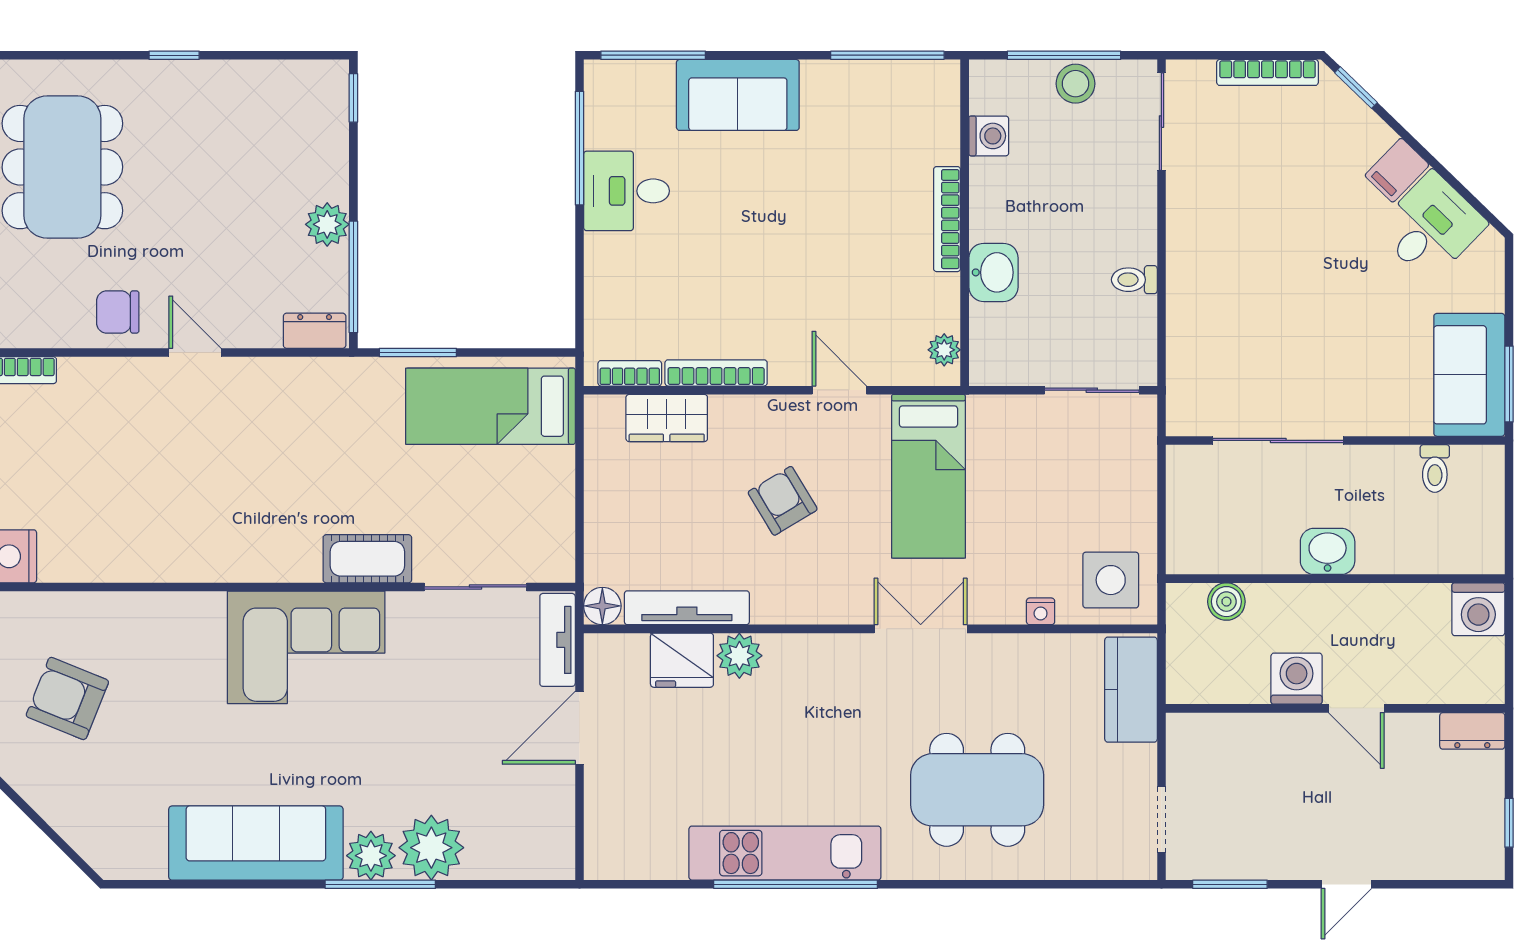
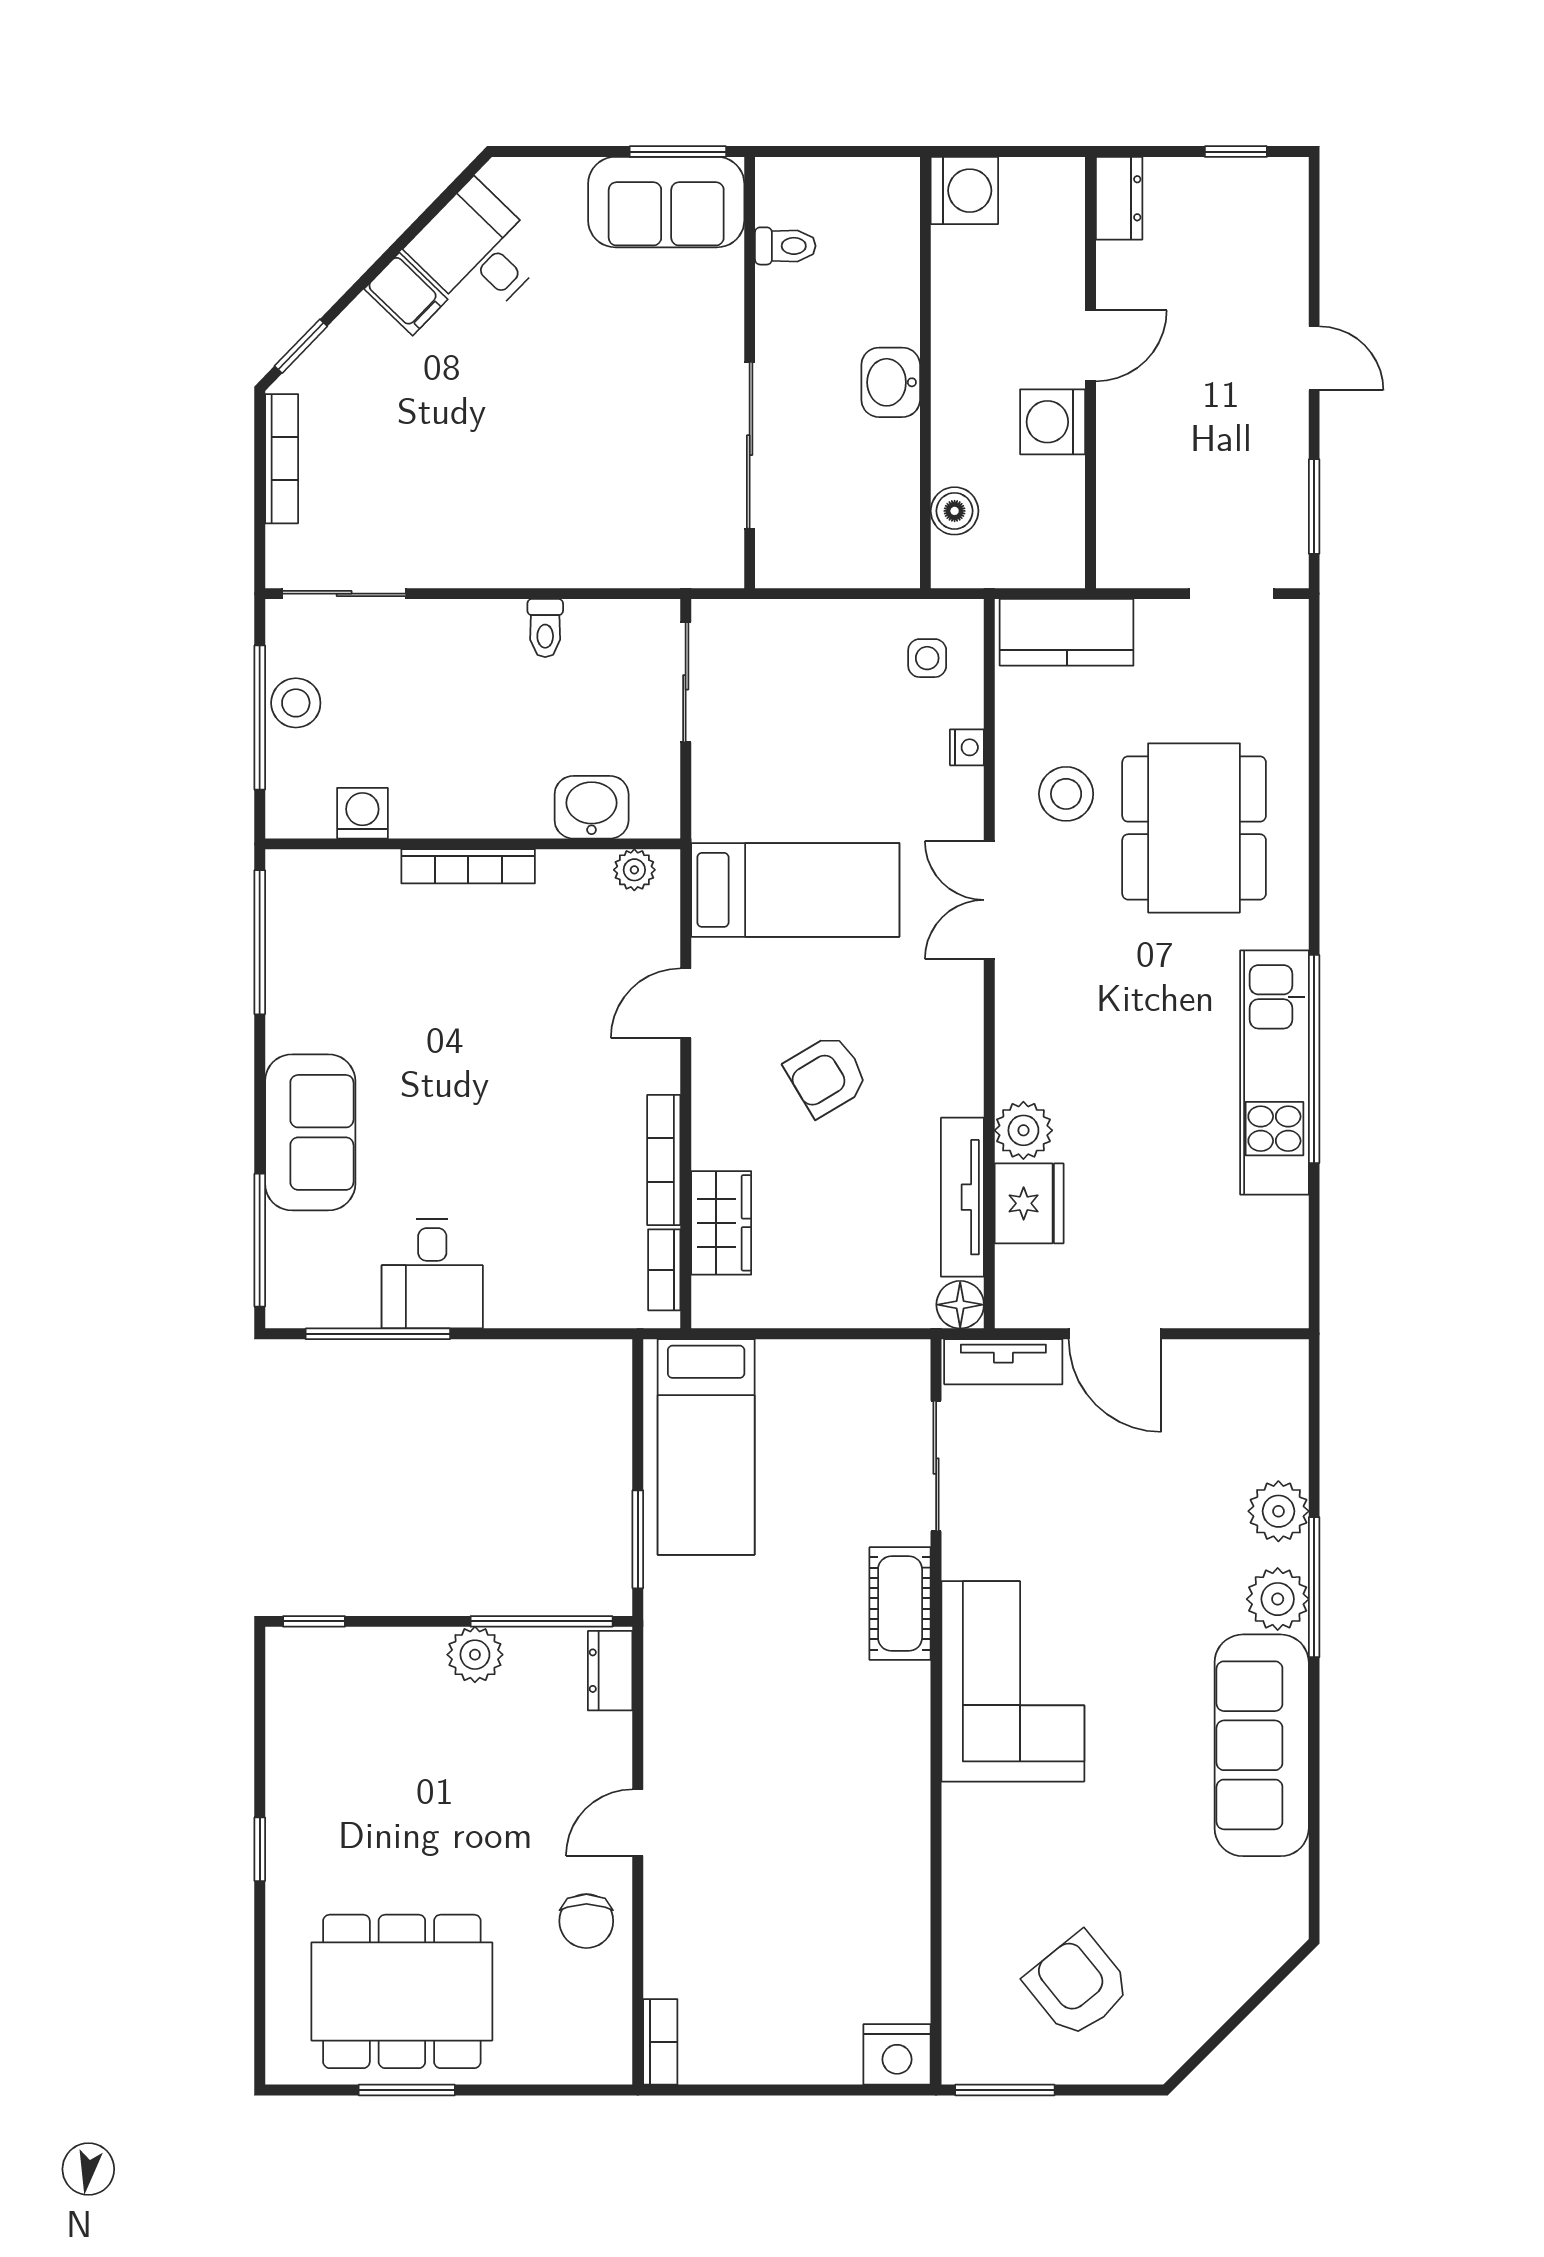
washbasin: (993, 272) -> (592, 807), moved
side table: (1111, 580) -> (927, 658), width x0.54, depth x0.54
stool: (1004, 689) -> (1066, 794), added
armchair: (67, 698) -> (1078, 1985), turned 119
plant: (431, 848) -> (1278, 1511), width x0.73, depth x0.73

